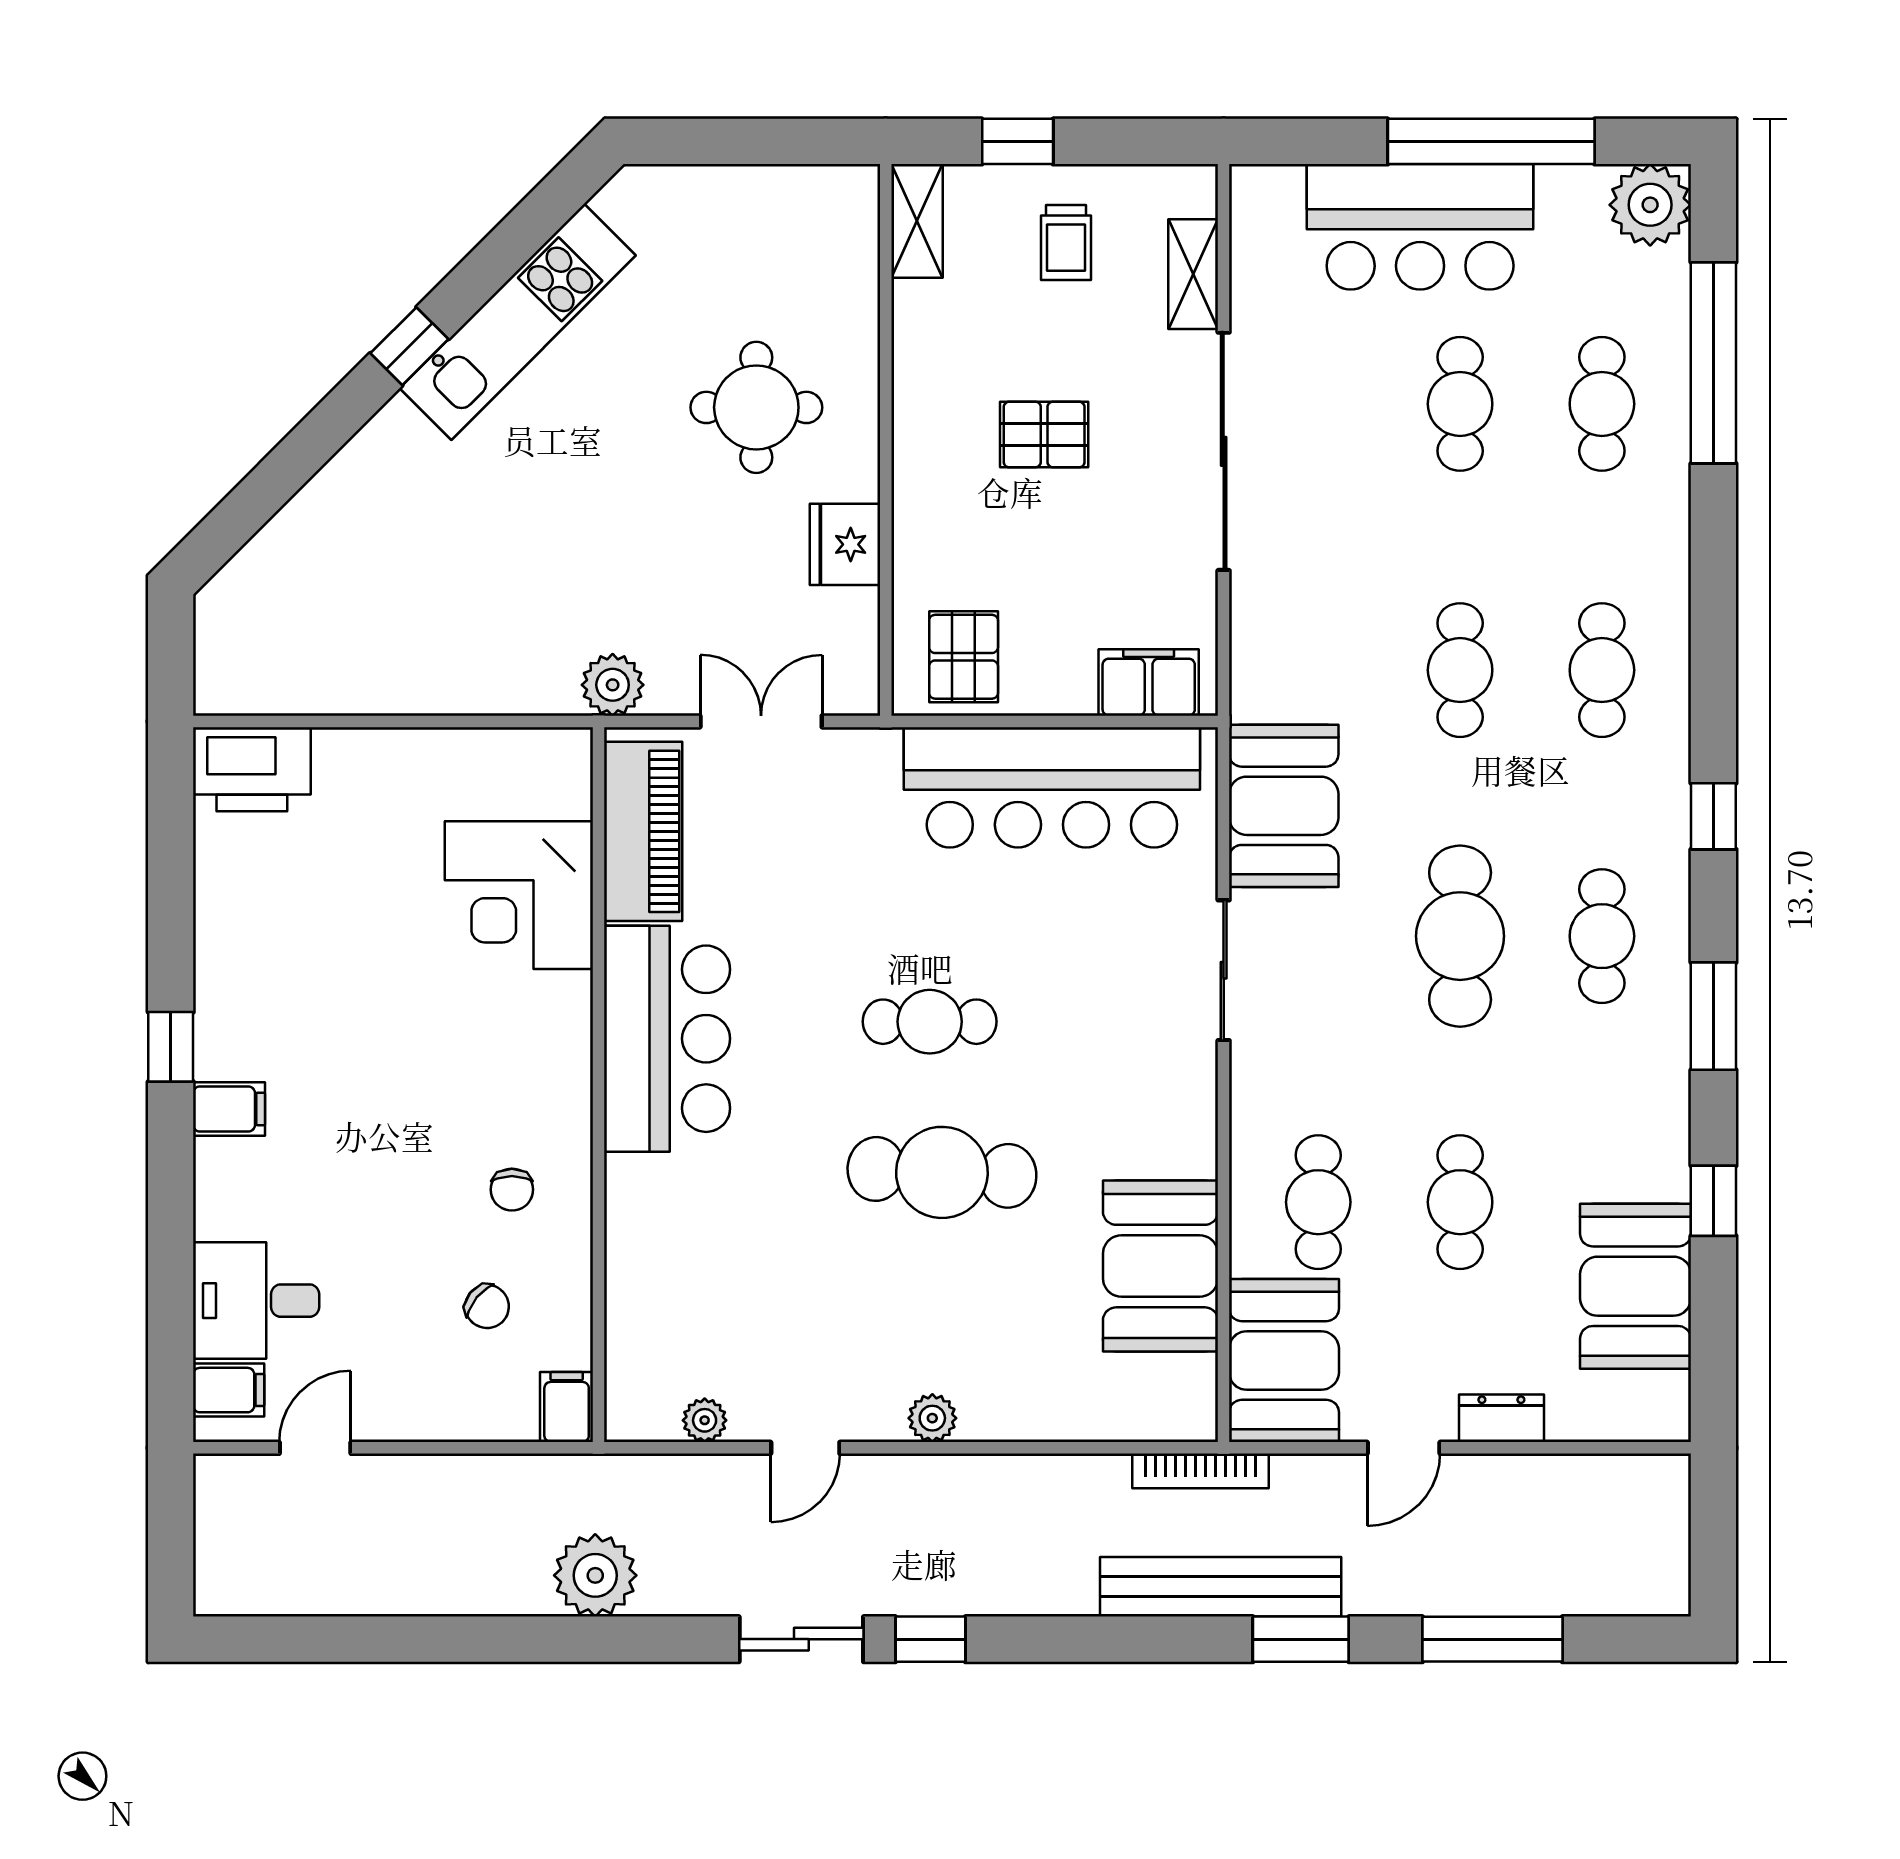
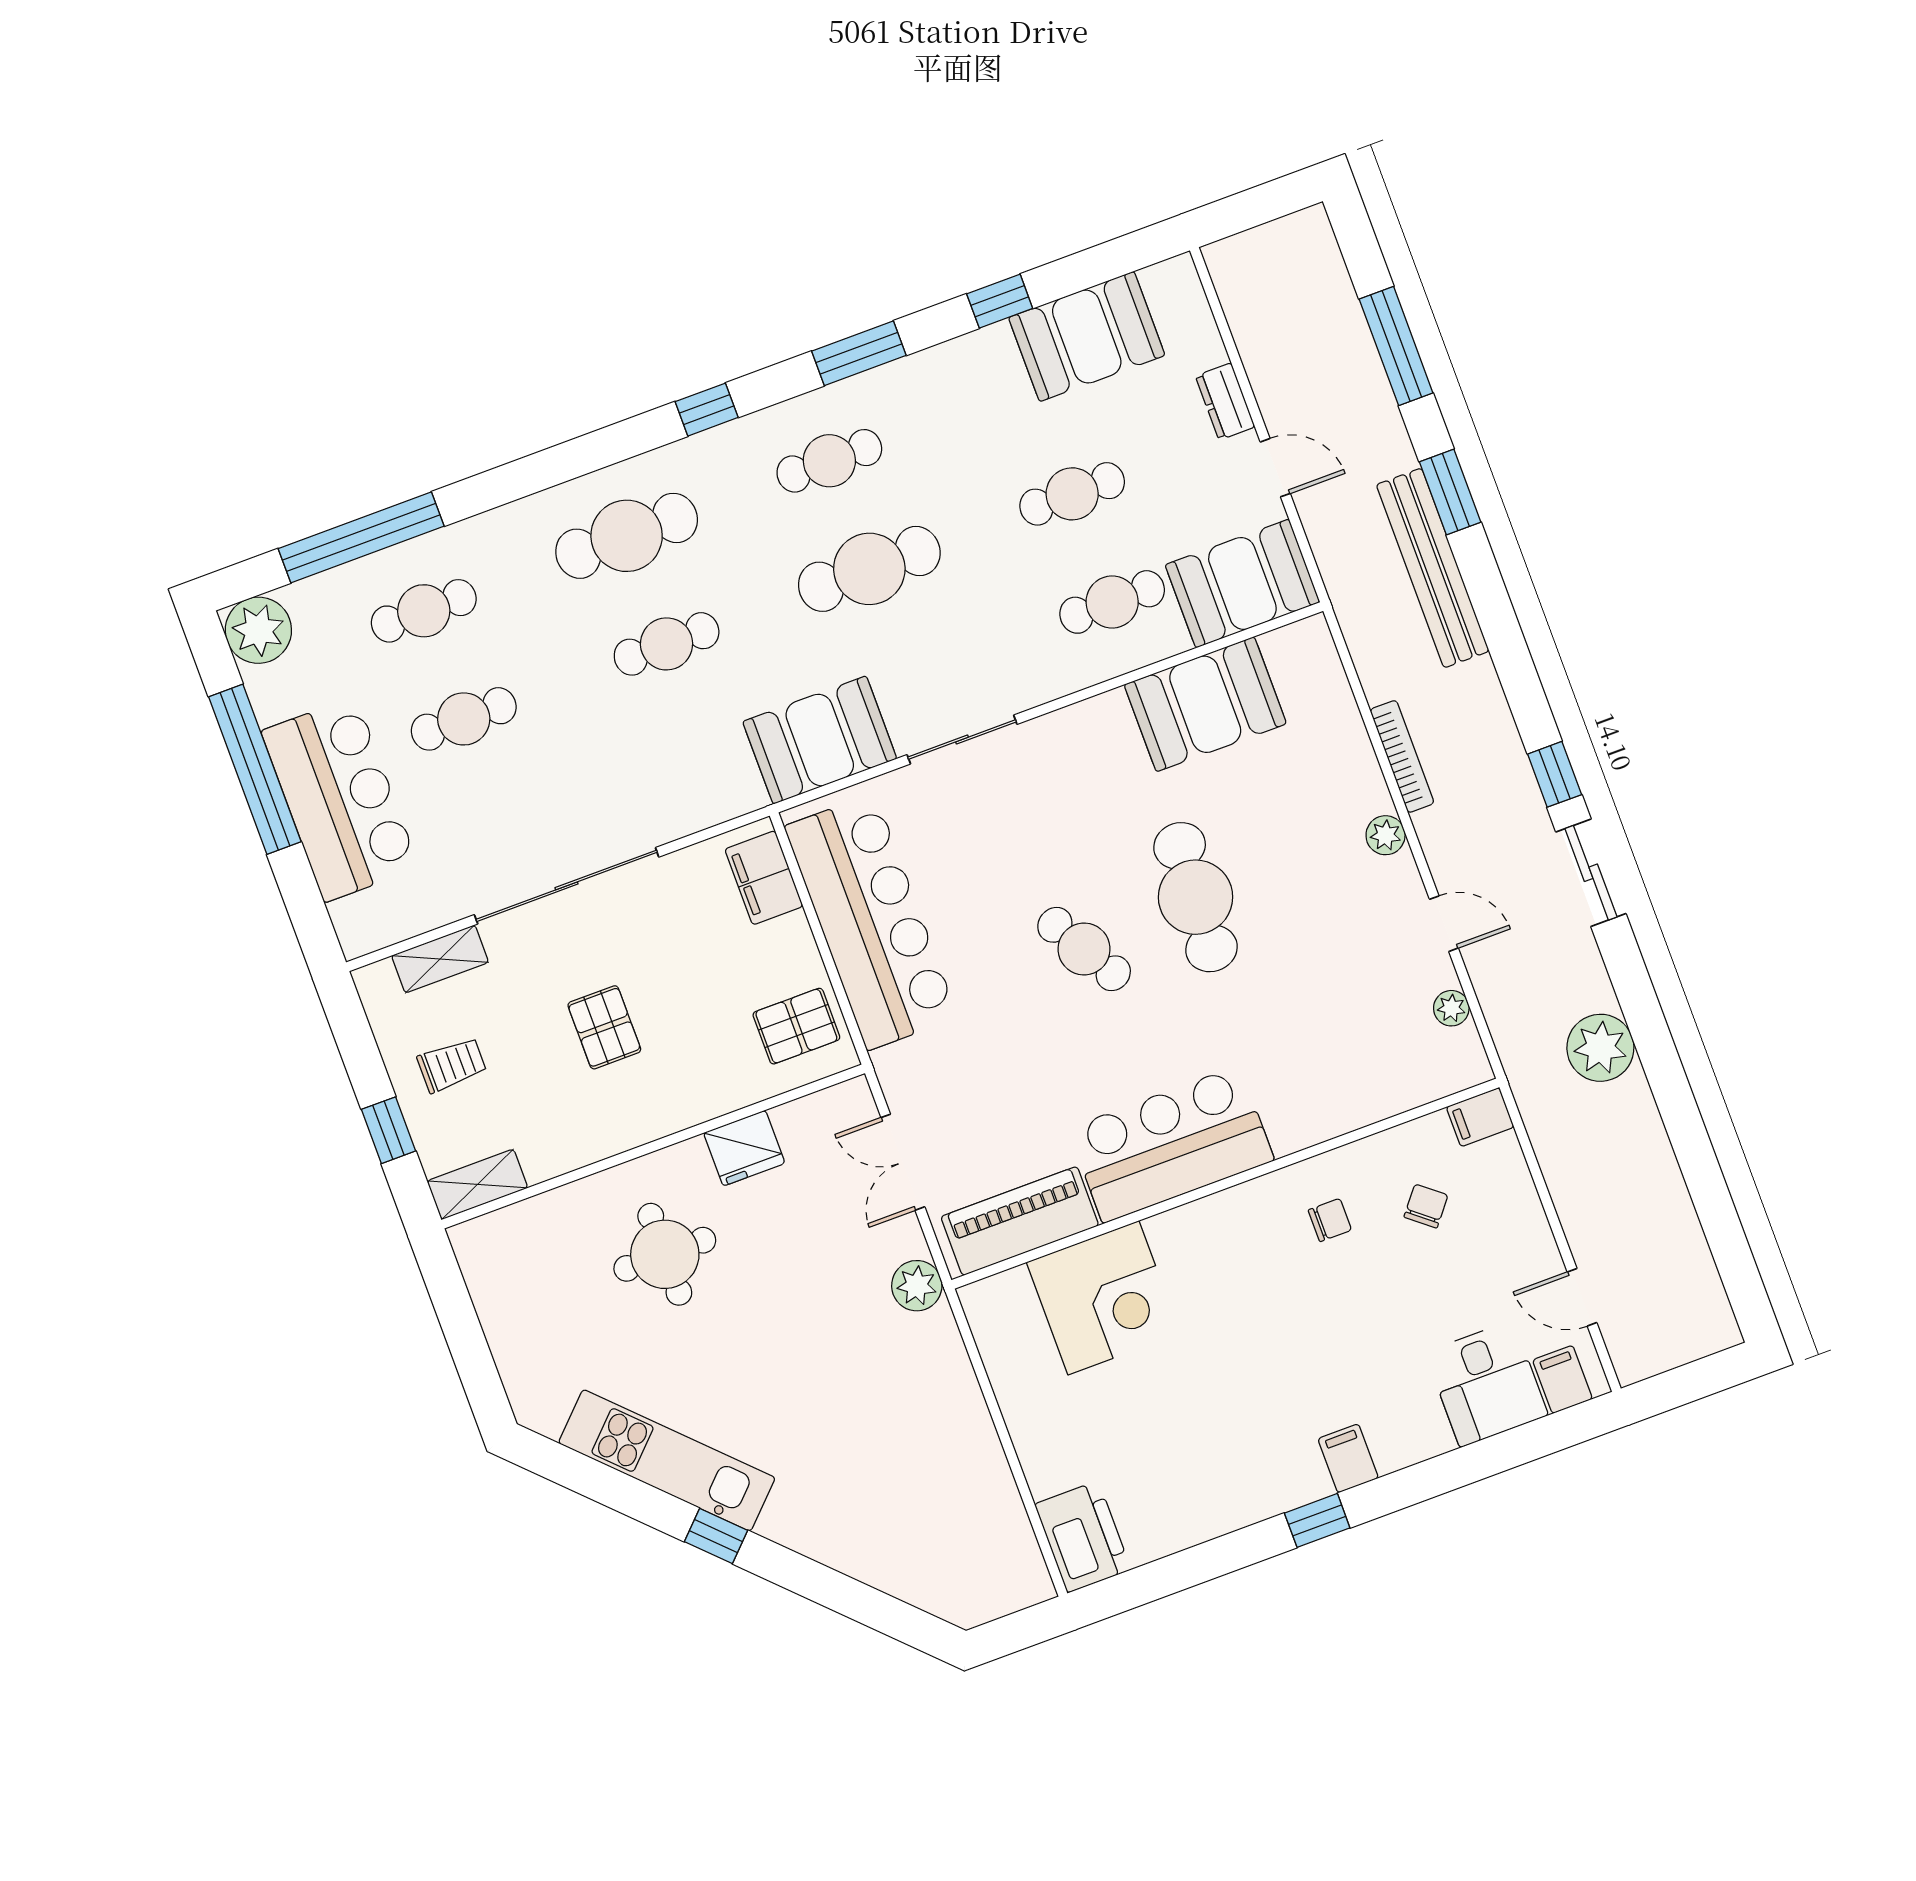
cafe table: (1602, 670) -> (627, 536), width x1.37, depth x1.35
cafe table: (930, 1022) -> (1084, 949), turned -30
bookcase: (1200, 1471) -> (1402, 756), moved

